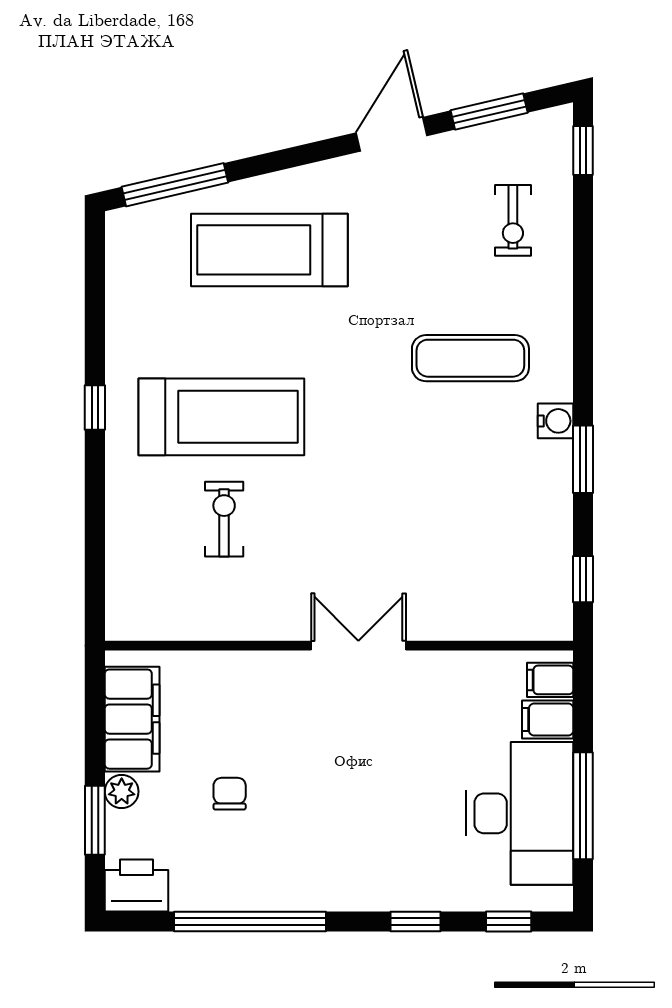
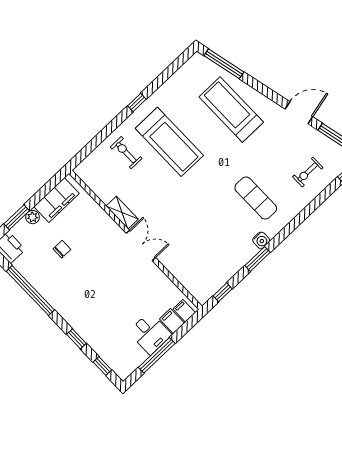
exercise bike: (224, 519) -> (126, 153), moved, turned -90
shelving: (268, 623) -> (122, 213), added
desk: (520, 813) -> (150, 333), width x0.53, depth x0.77

